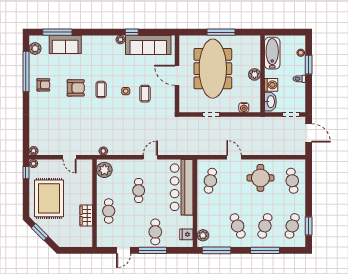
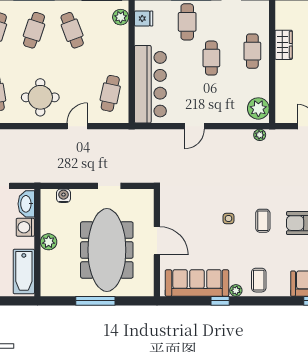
coffee table: (145, 94) -> (259, 280), moved
door: (234, 157) -> (77, 126), swing flipped
cafe table: (139, 190) -> (211, 58), moved

